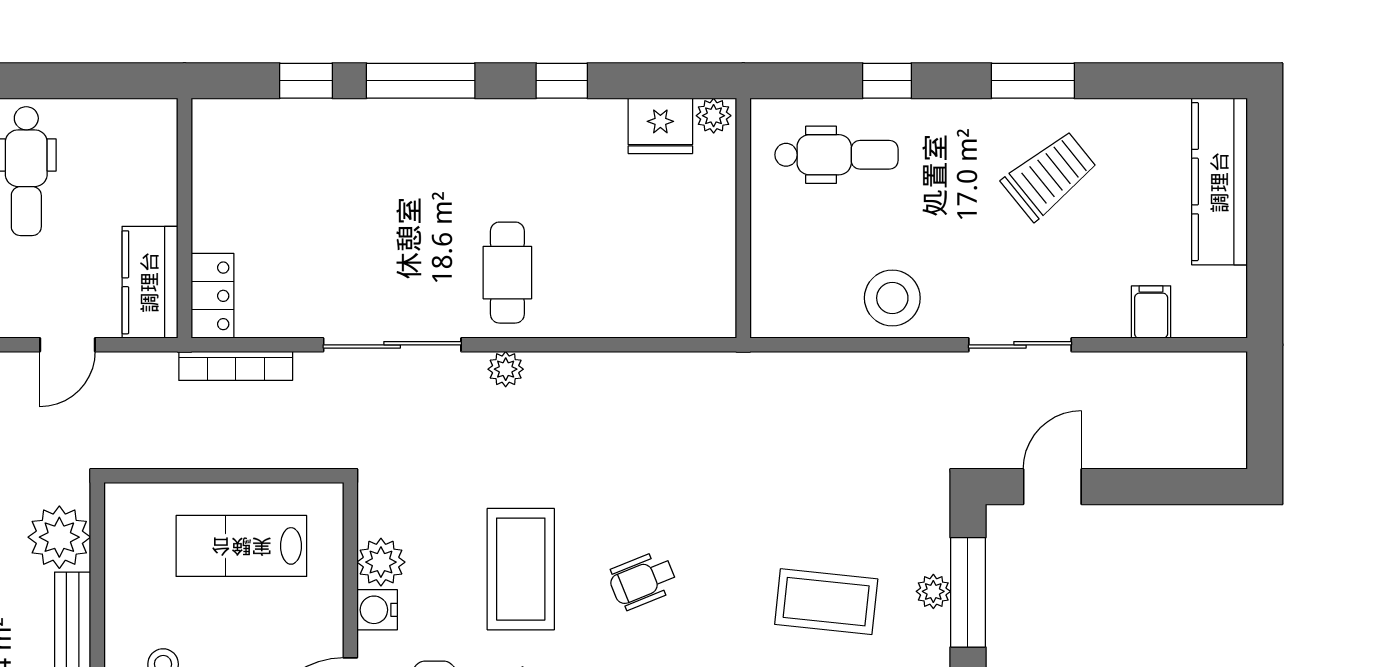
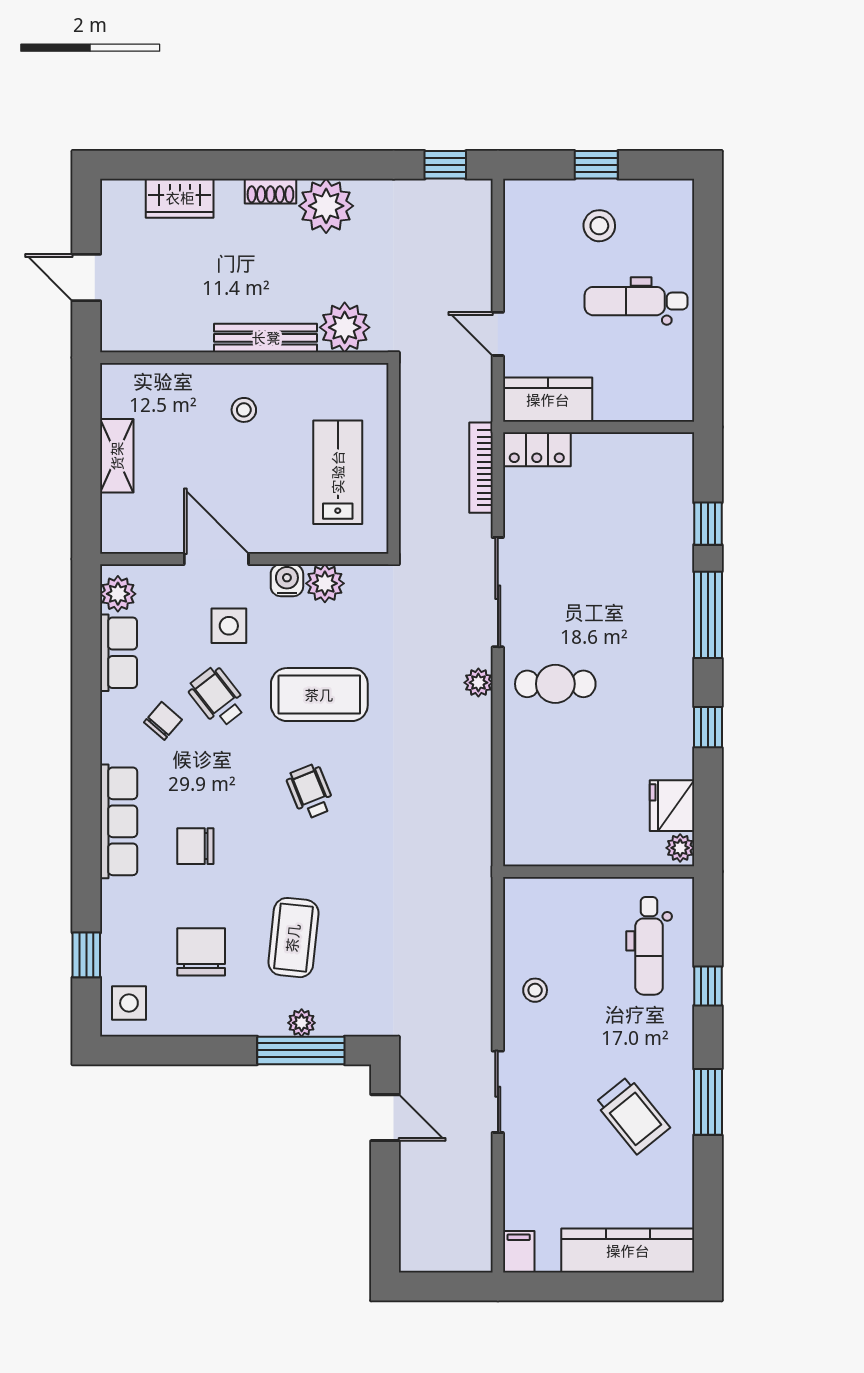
stool: (892, 298) -> (535, 990), width x0.53, depth x0.53
filing cabinet: (1151, 312) -> (519, 1252), moved, turned -90

